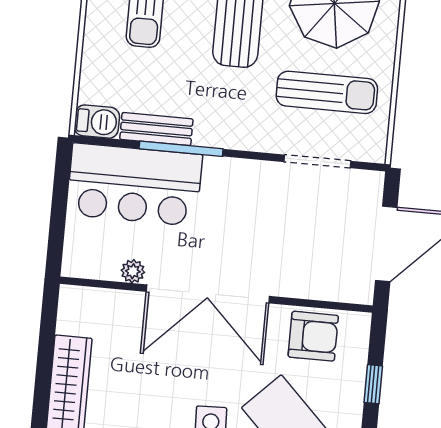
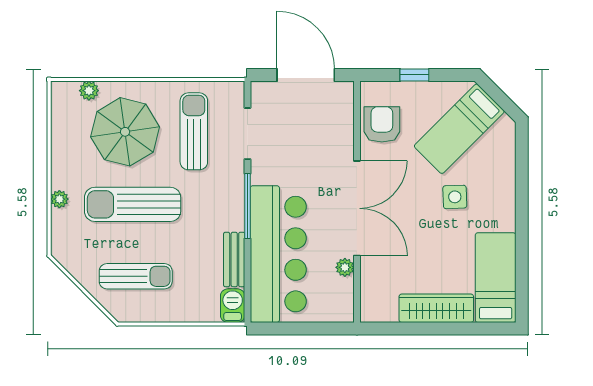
window: (181, 149) -> (247, 206), moved
bar counter: (134, 185) -> (278, 254), width x1.36

